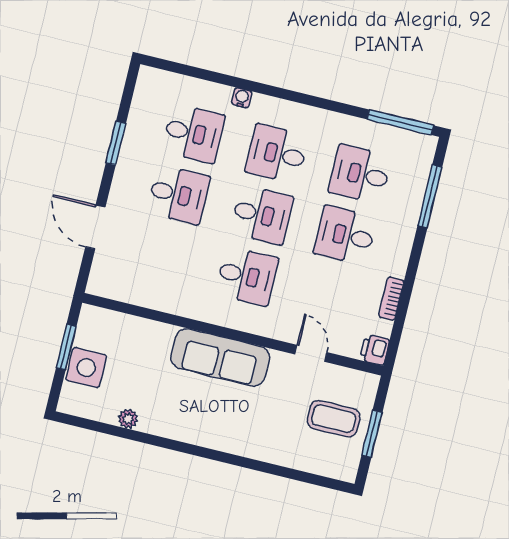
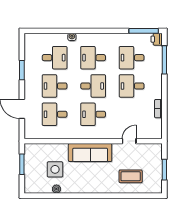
desk: (178, 195) -> (55, 86), turned 180
desk: (164, 256) -> (55, 114), added
desk: (247, 276) -> (93, 114), turned 180
printer: (375, 350) -> (157, 39), moved
door: (311, 353) -> (129, 141), hinge flipped
side table: (86, 368) -> (55, 169), moved
coffee table: (334, 419) -> (131, 176), moved

